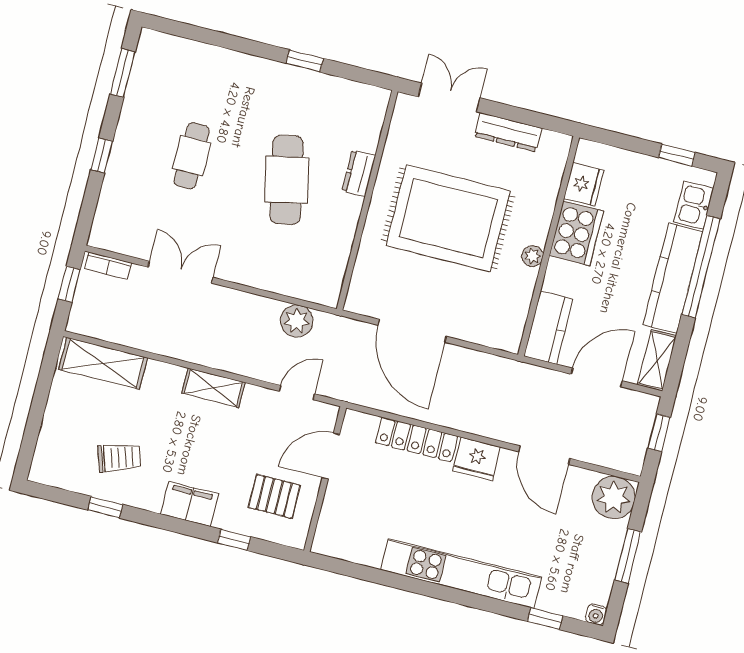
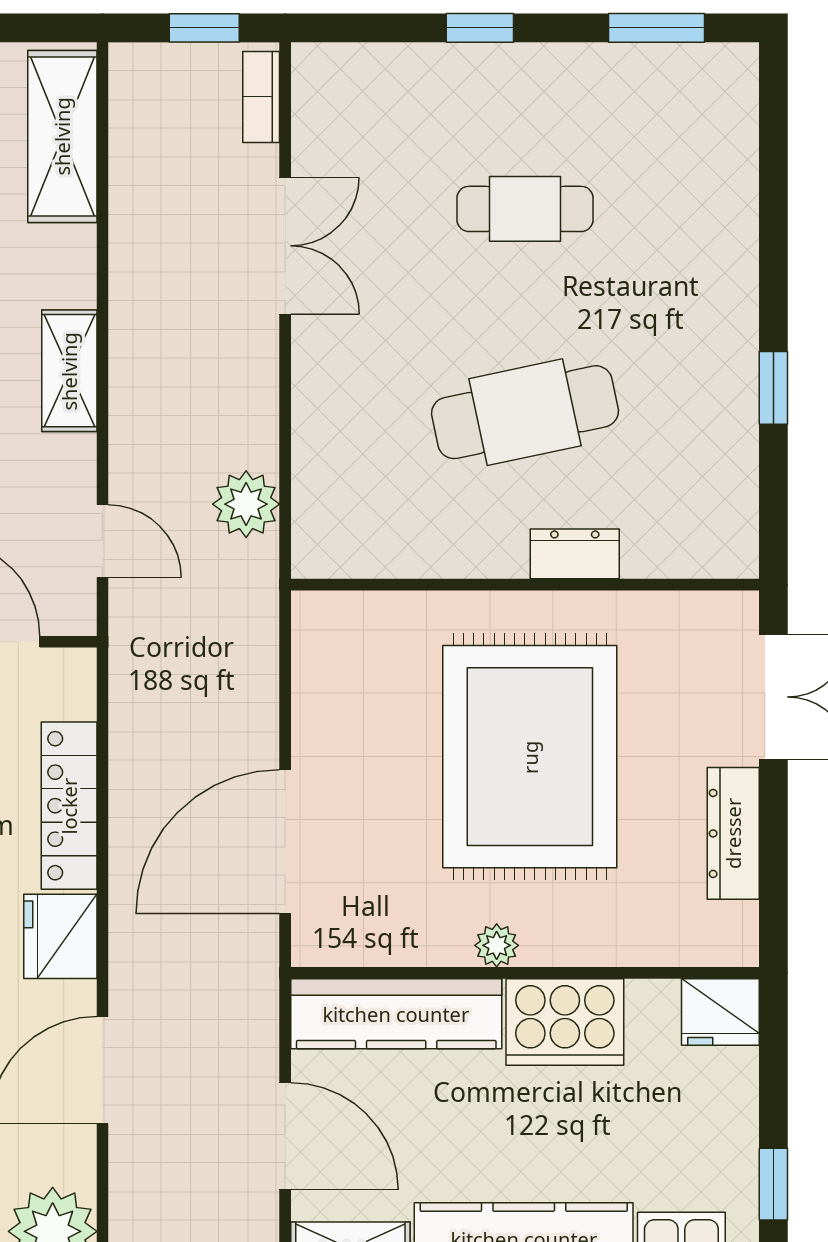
fridge: (584, 184) -> (720, 1012), moved
kitchen counter: (548, 328) -> (396, 1014), width x1.50
door: (412, 331) -> (285, 842), moved

